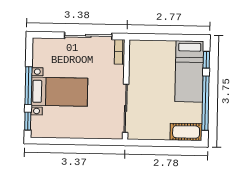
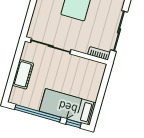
cot: (186, 132) -> (23, 74), moved

